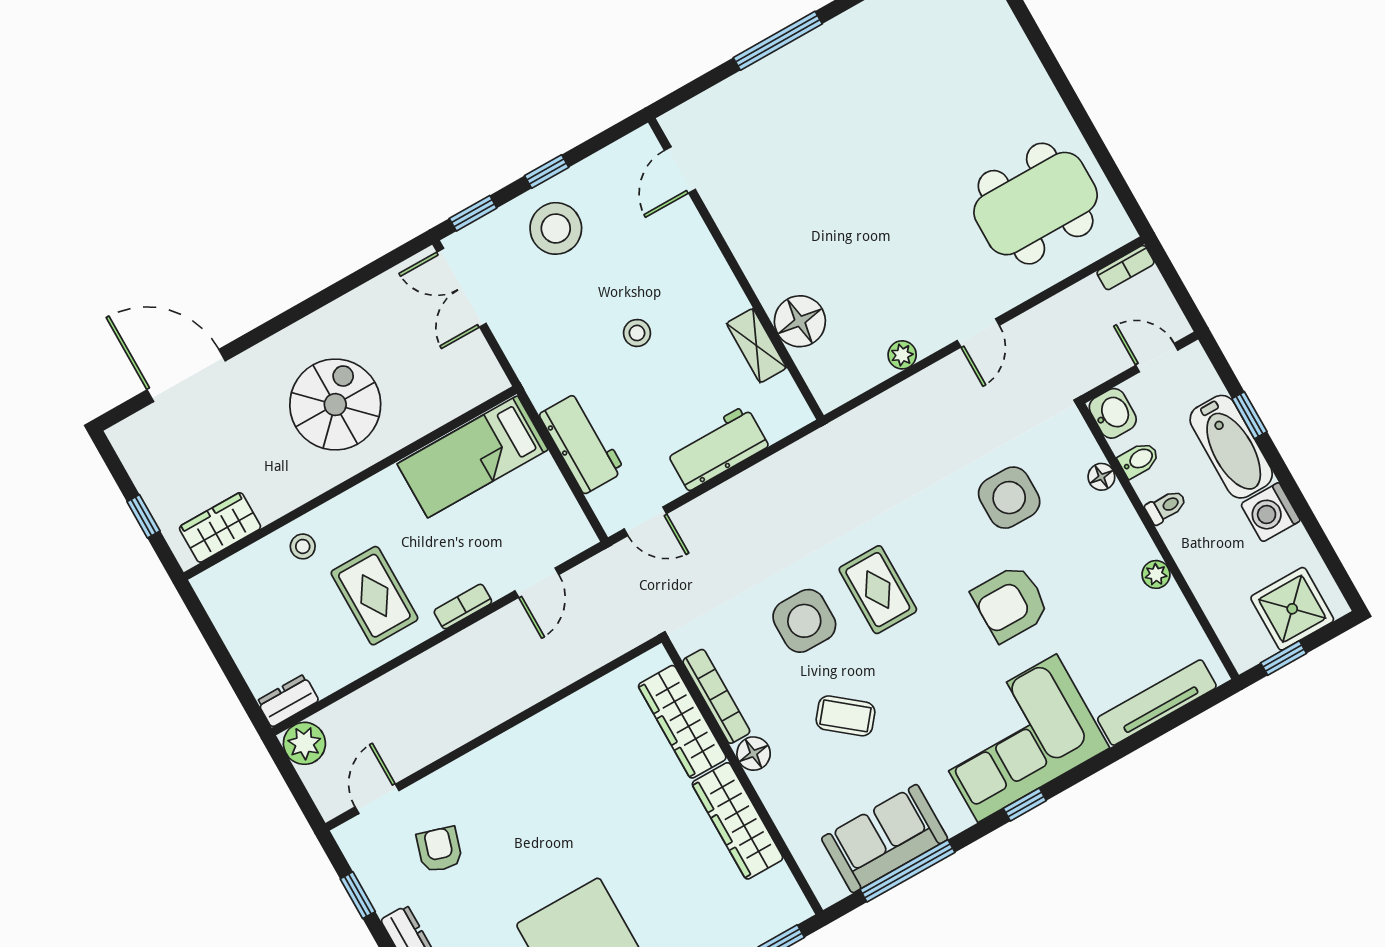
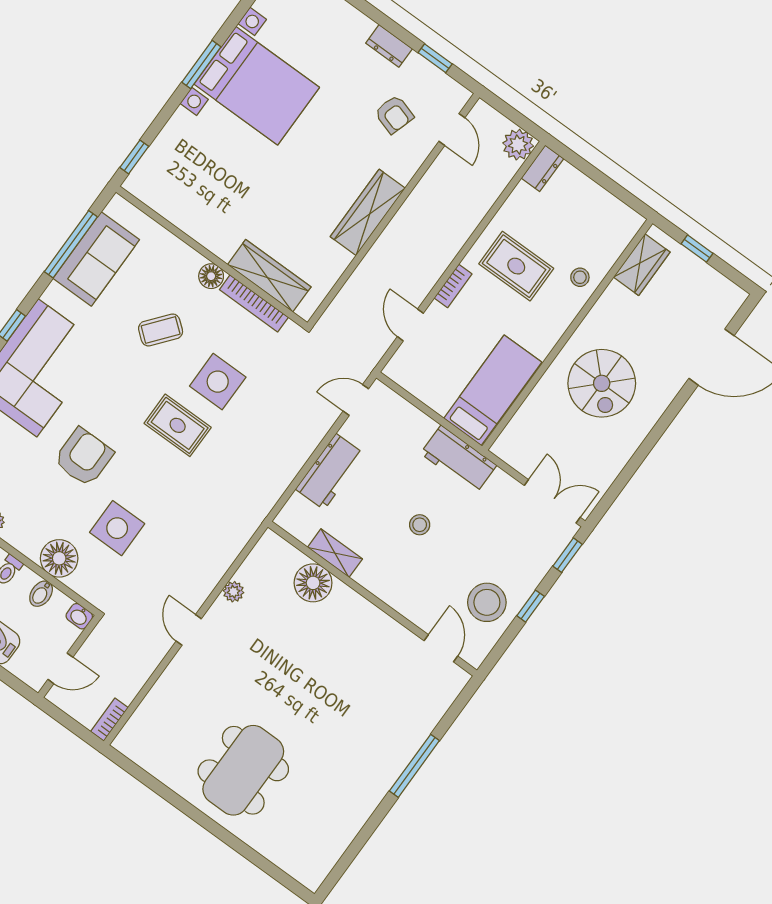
dining table: (1036, 204) -> (243, 770), moved
stool: (556, 228) -> (487, 602), moved
washbasin: (1113, 413) -> (79, 616), width x0.72, depth x0.69
workbench: (582, 443) -> (459, 459), moved
floor lamp: (1101, 477) -> (59, 558), width x1.89, depth x1.89
wardrobe: (738, 821) -> (368, 212), moved, turned -90

